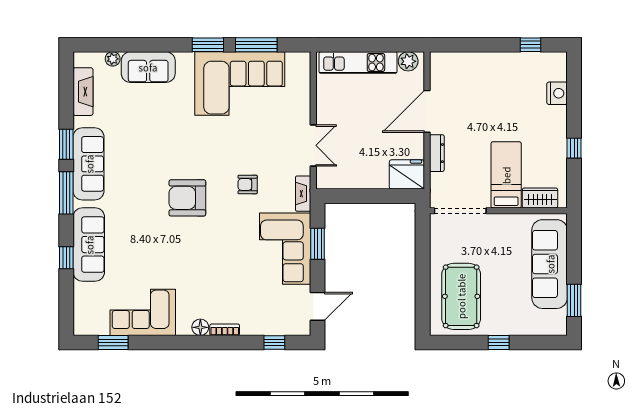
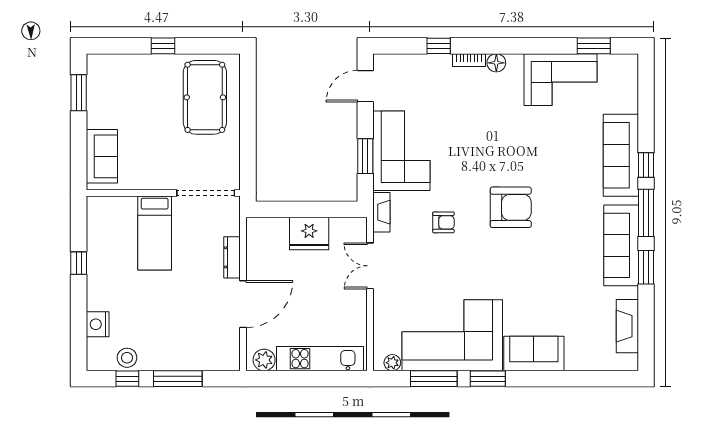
window: (485, 45) -> (178, 379), added
plant: (113, 59) -> (392, 363), moved
stool: (531, 63) -> (127, 358), added
sofa: (148, 67) -> (534, 354), moved
fridge: (407, 174) -> (309, 233), moved
wardrobe: (540, 198) -> (117, 207), removed
window: (66, 258) -> (646, 165), moved
sofa: (550, 264) -> (102, 156), width x0.54, depth x0.79
window: (274, 342) -> (439, 46), moved

